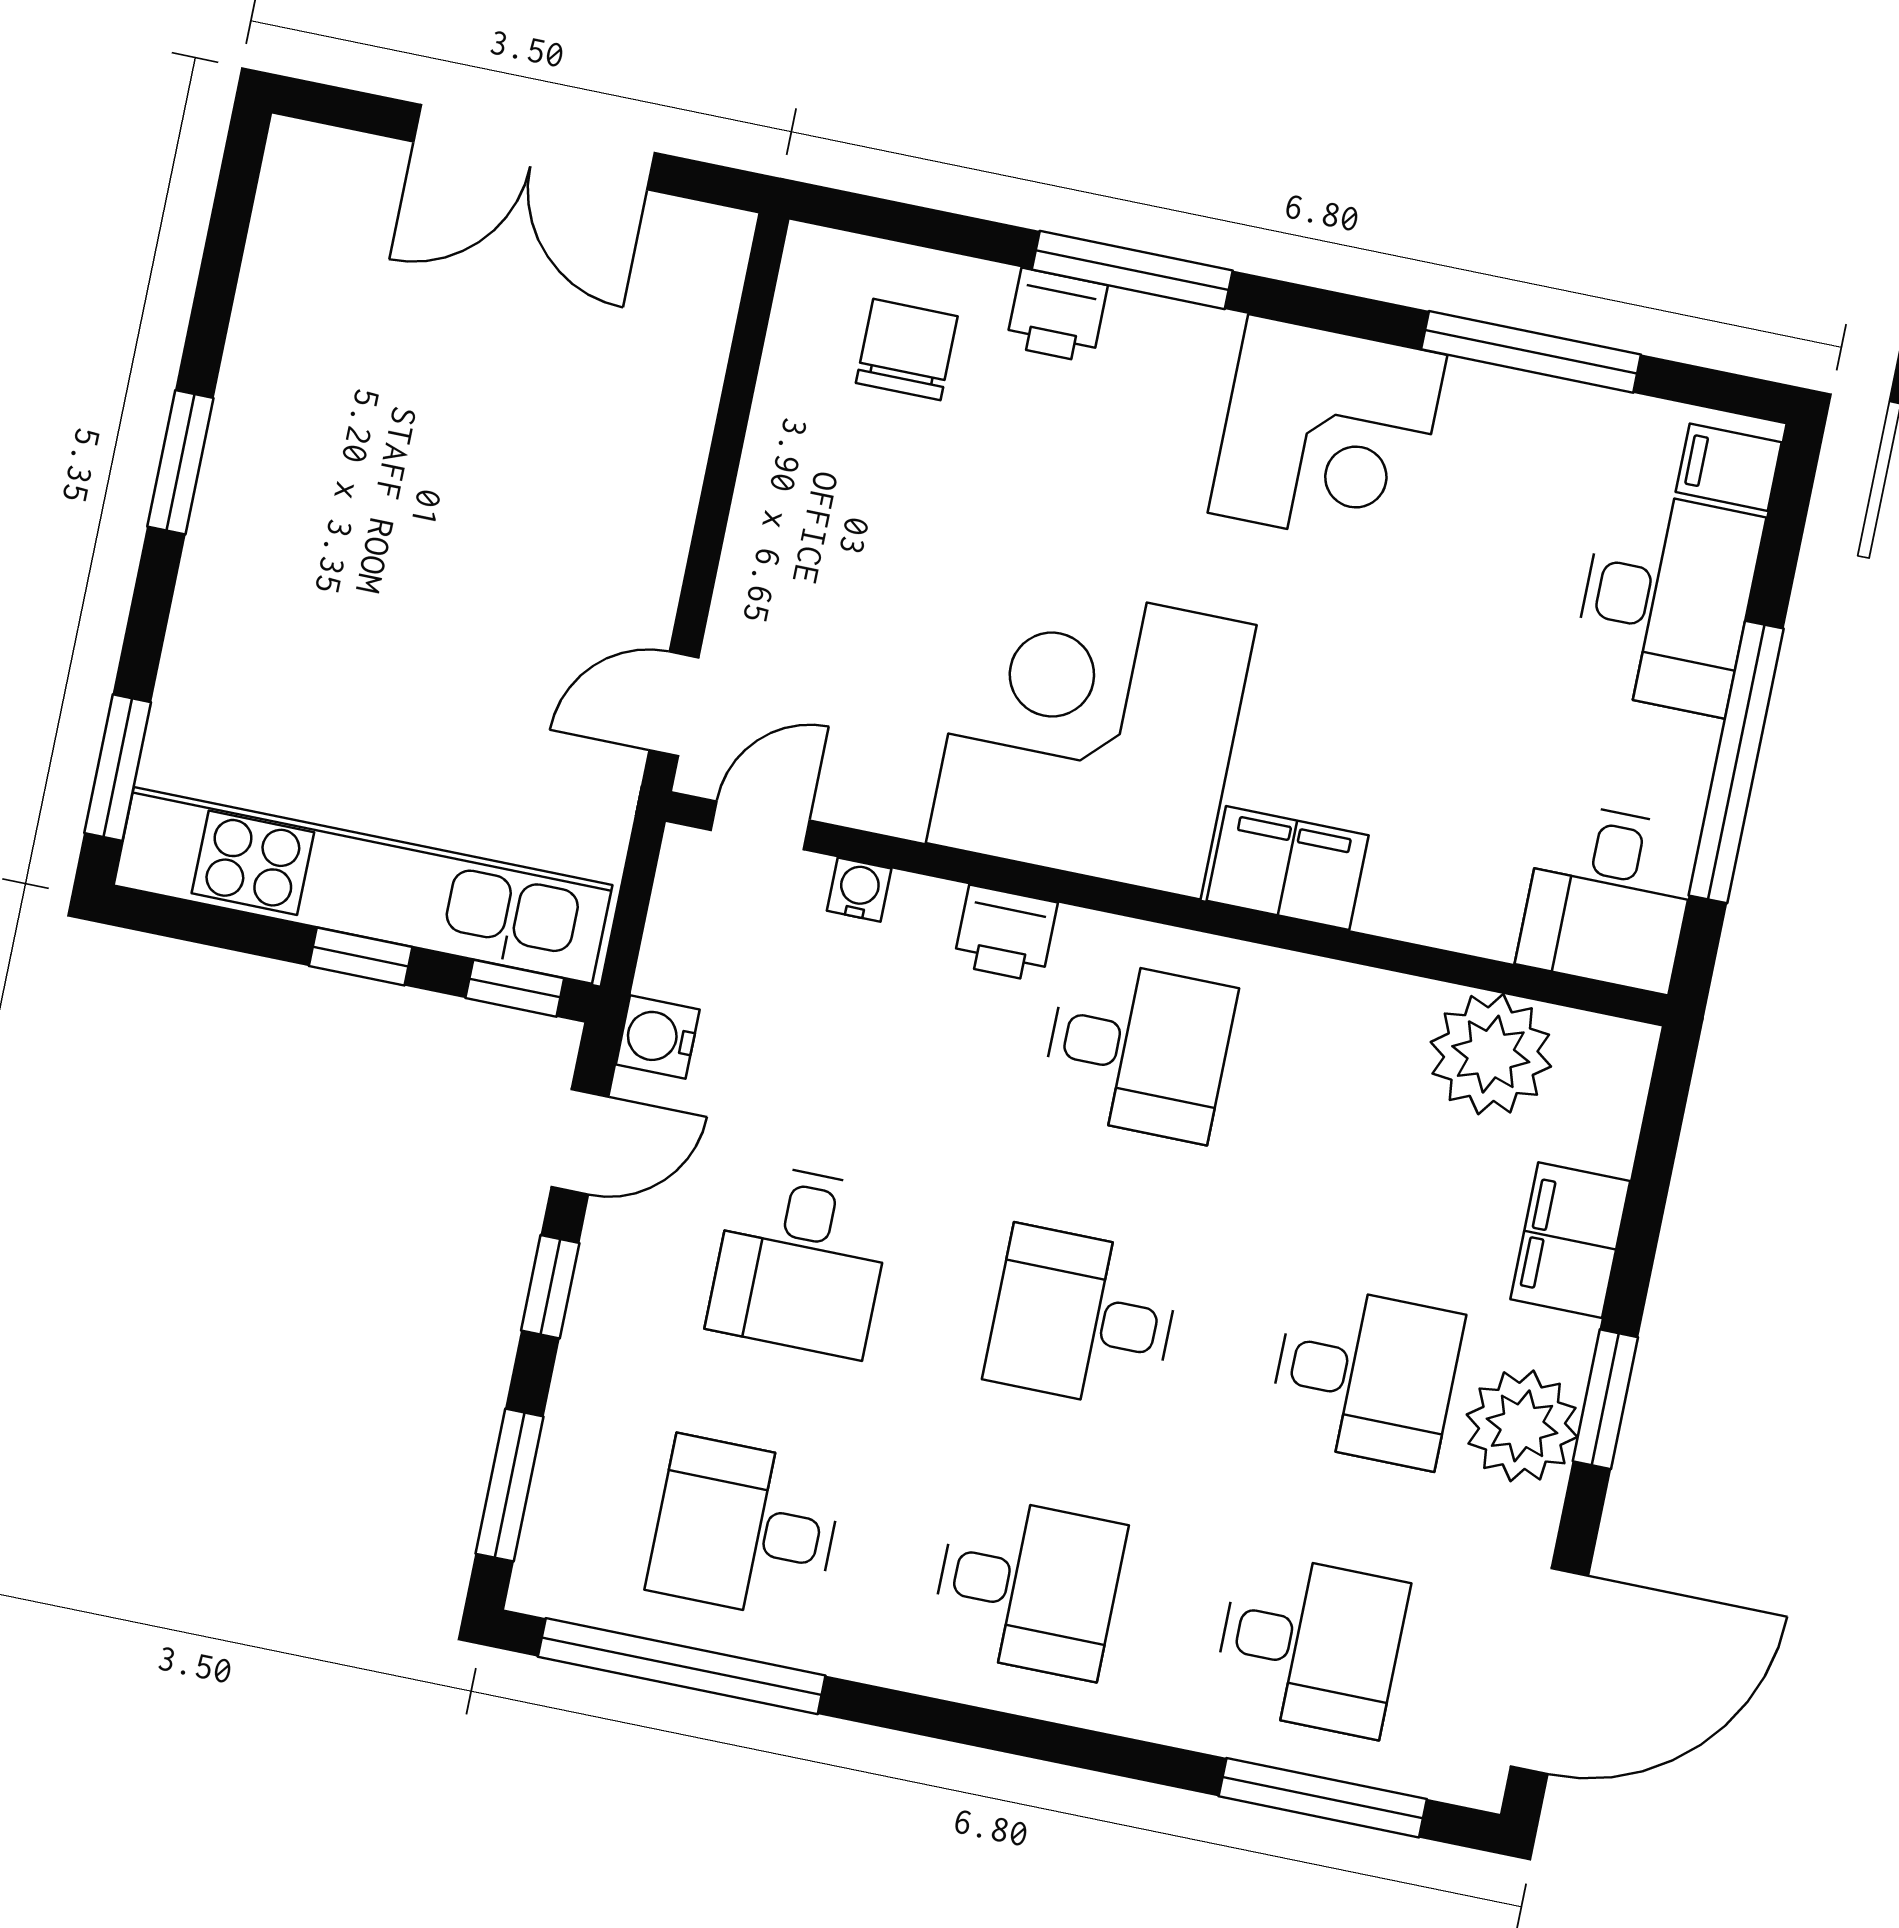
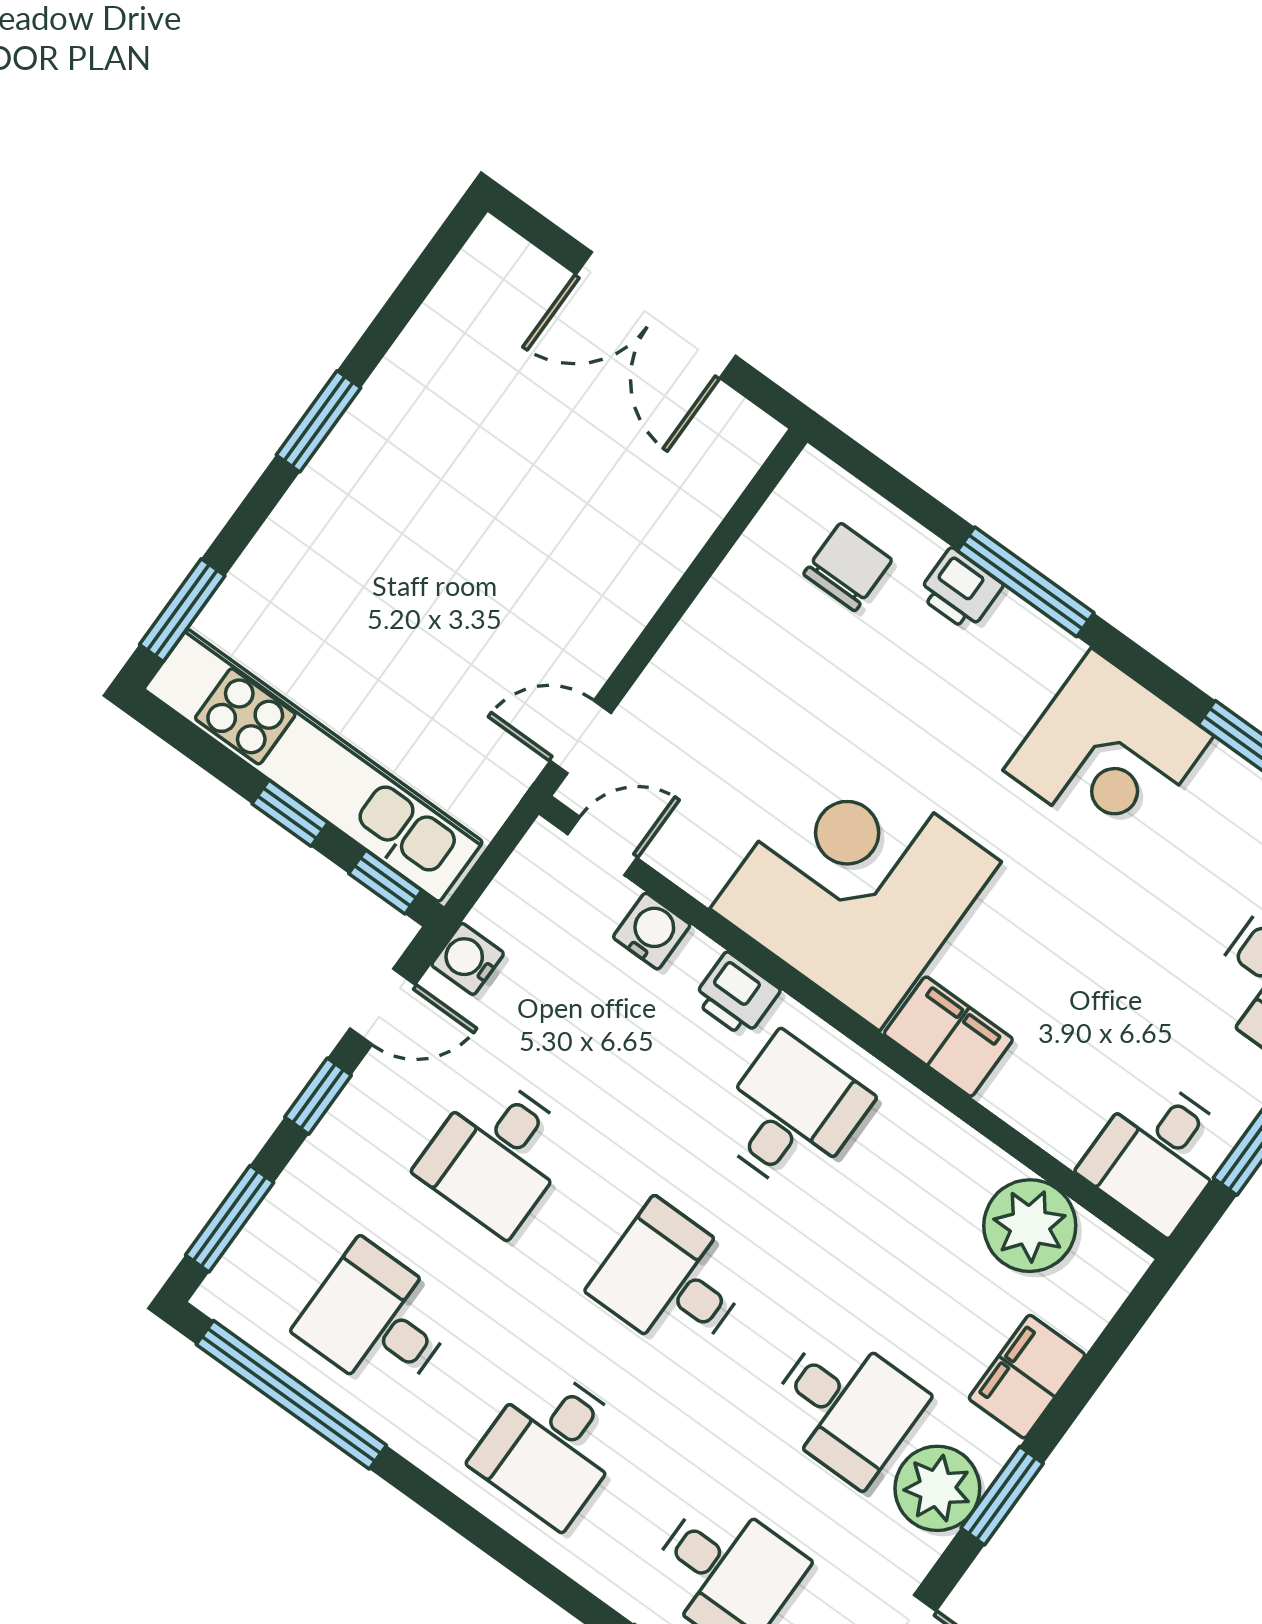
water cooler: (859, 890) -> (652, 931), width x1.38, depth x1.38
desk: (1138, 1049) -> (791, 1114), turned -90
desk: (1028, 1587) -> (551, 1447), turned 90

